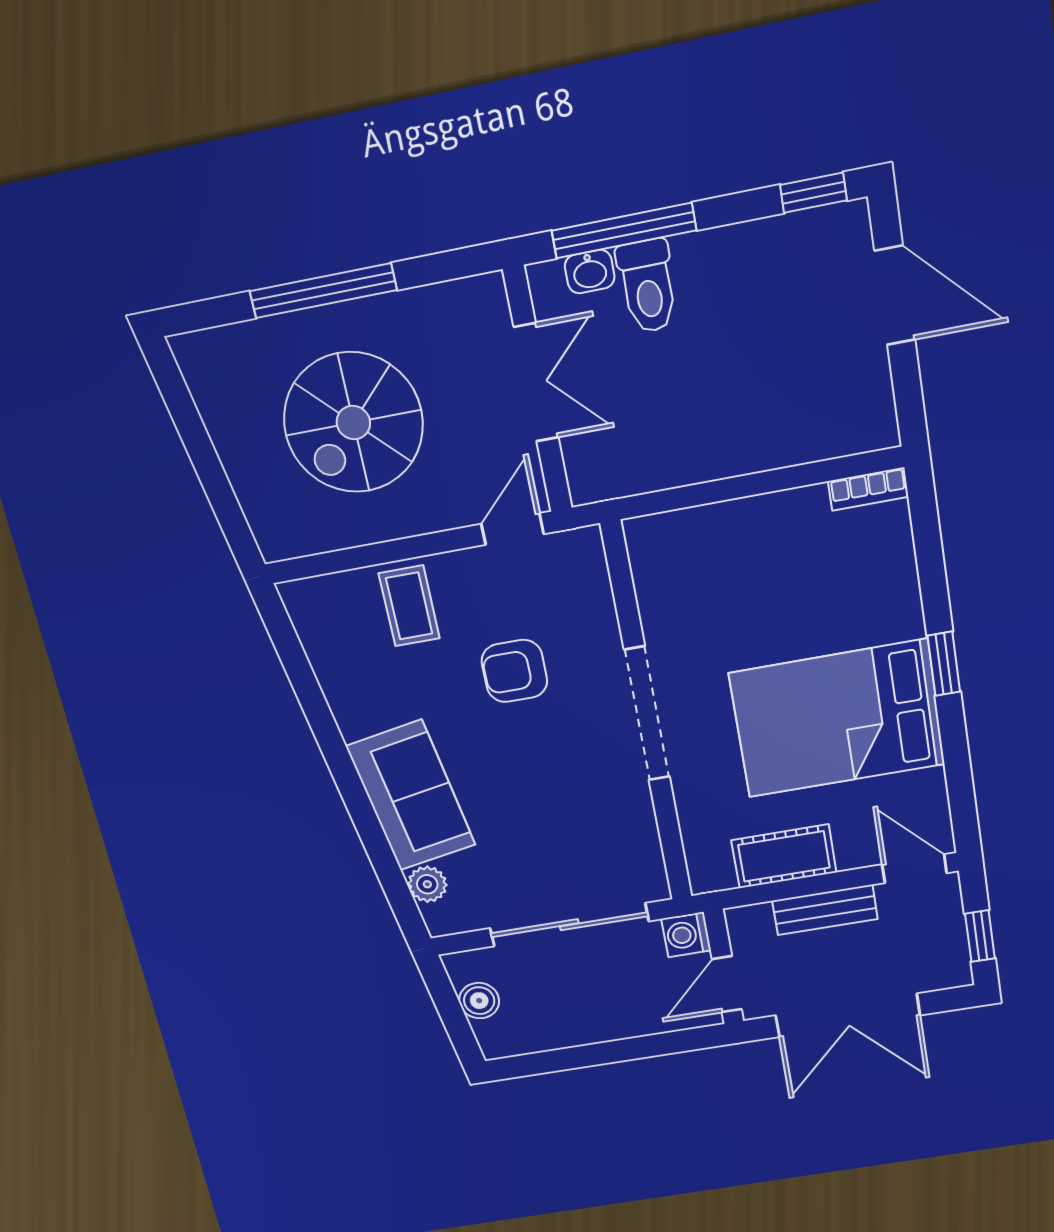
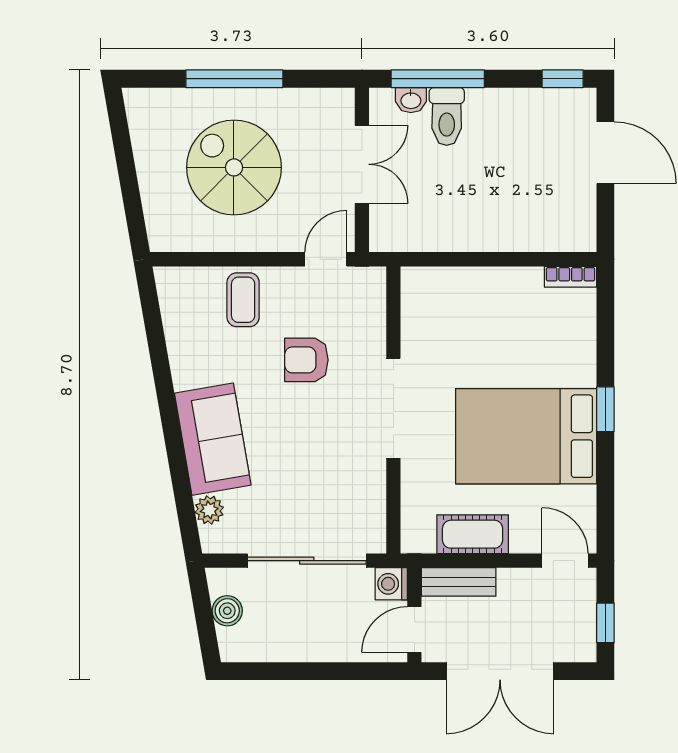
spiral stairs: (353, 423) -> (234, 167), turned 90
bench: (825, 910) -> (459, 582), moved

